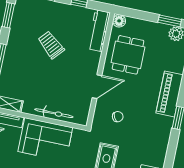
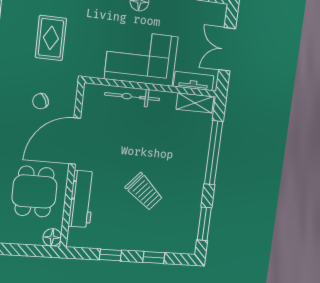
workbench: (99, 31) -> (82, 199), moved
door: (97, 87) -> (75, 141), width x1.36

